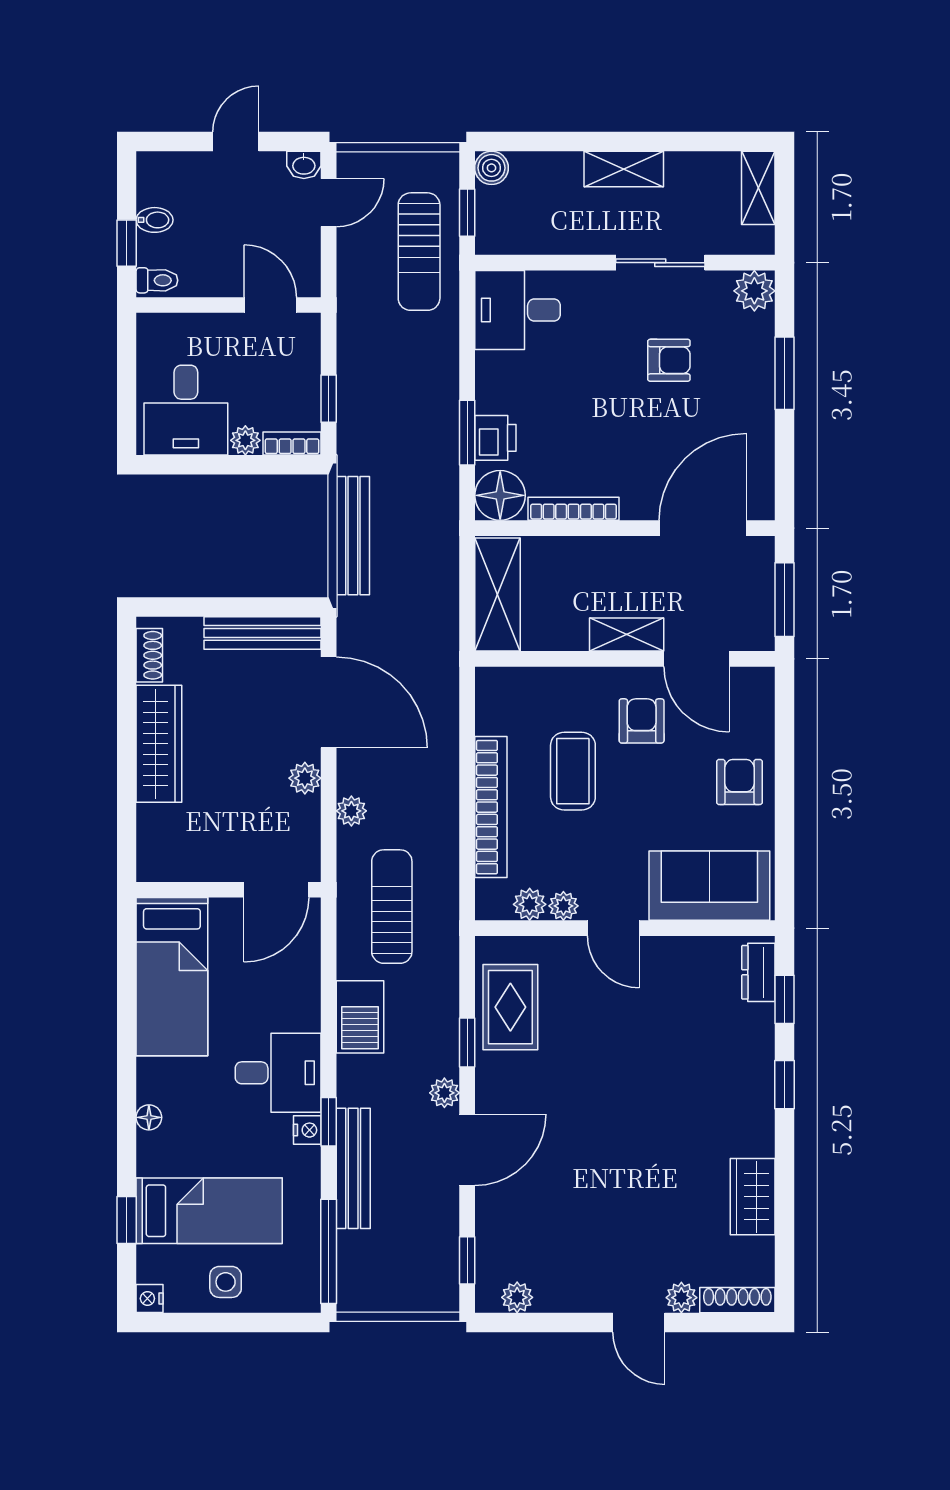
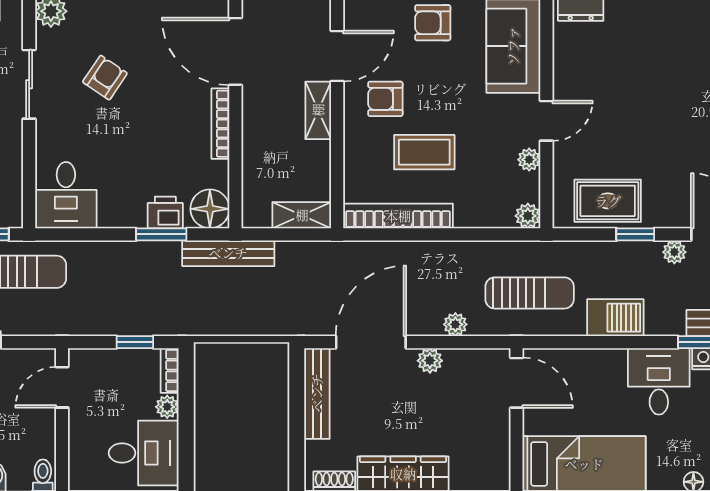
armchair: (669, 360) -> (105, 78), turned 34
bookcase: (574, 509) -> (220, 124), moved
bench: (353, 536) -> (228, 253), moved
shelving: (497, 595) -> (302, 215), width x0.67, depth x0.75
bookcase: (491, 807) -> (398, 216), moved
plant: (530, 904) -> (528, 216), moved
sun lounger: (392, 907) -> (530, 293), turned 180

